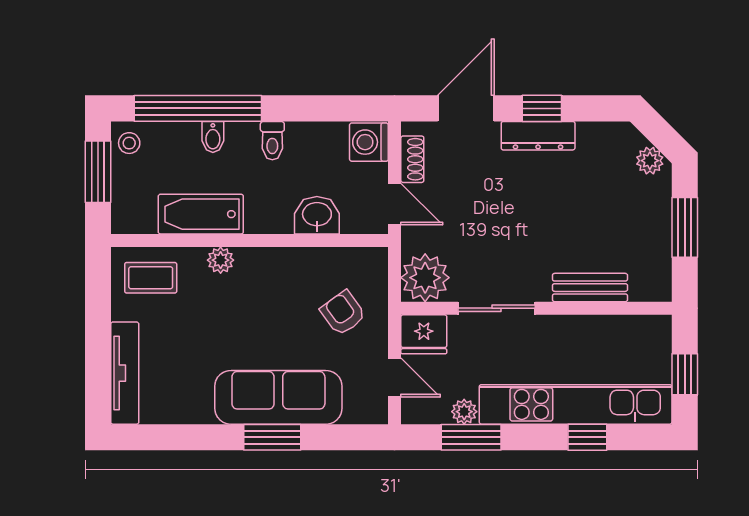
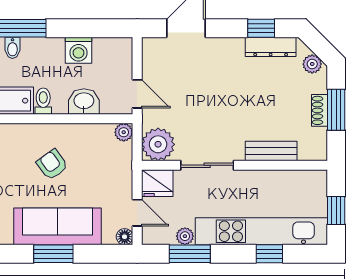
window: (542, 108) -> (261, 28), moved
dresser: (538, 136) -> (271, 47), moved
toilet: (272, 141) -> (43, 101), moved, turned 180
washing machine: (369, 142) -> (79, 50), moved, turned -90
shoe rack: (412, 159) -> (319, 110), moved, turned 180
plant: (221, 260) -> (124, 132), moved
armchair: (343, 313) -> (52, 165), moved
floor lamp: (376, 412) -> (125, 237), added

